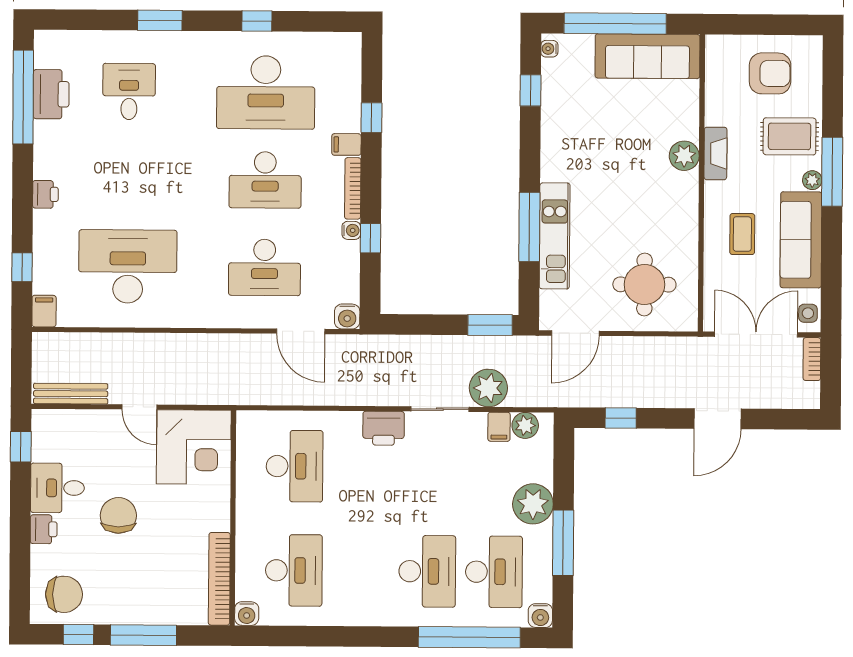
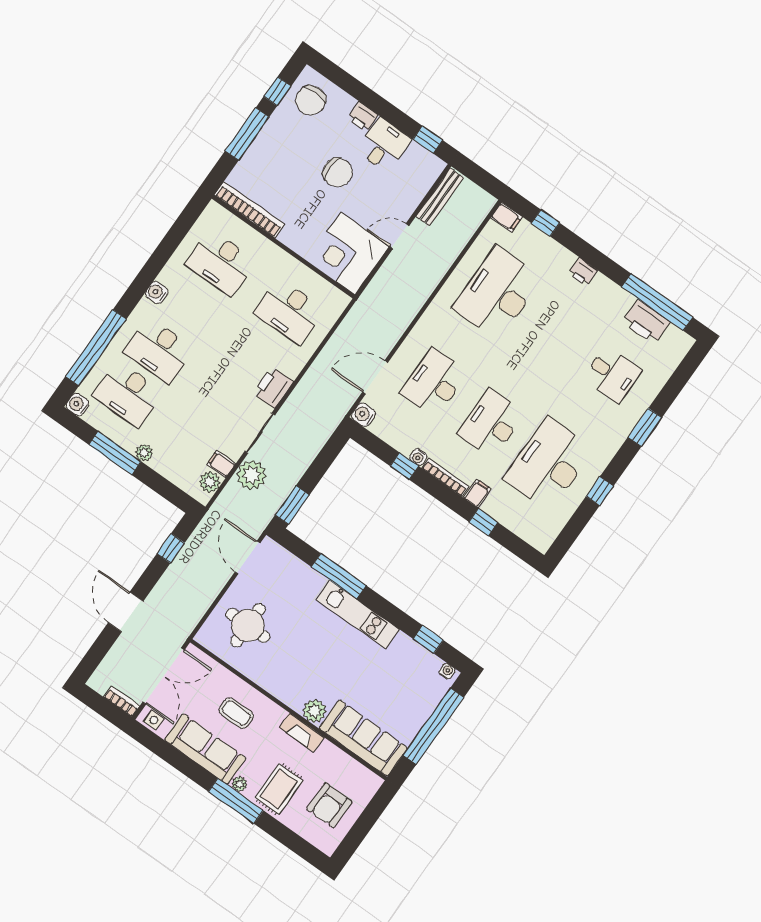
sofa: (647, 56) -> (363, 738), moved, turned 90
kitchen unit: (555, 236) -> (358, 614), moved
desk: (128, 266) -> (497, 293), turned 180
plant: (533, 504) -> (144, 453), width x0.53, depth x0.53
water cooler: (247, 614) -> (157, 293), moved

